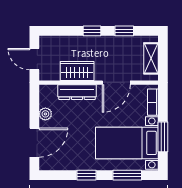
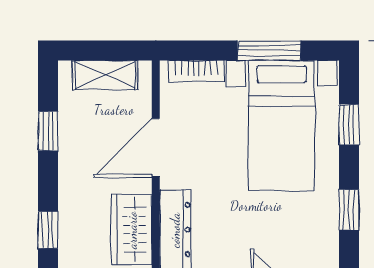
window: (92, 31) -> (48, 230), moved
door: (116, 83) -> (156, 148), swing flipped
window: (127, 175) -> (349, 125), width x0.67

